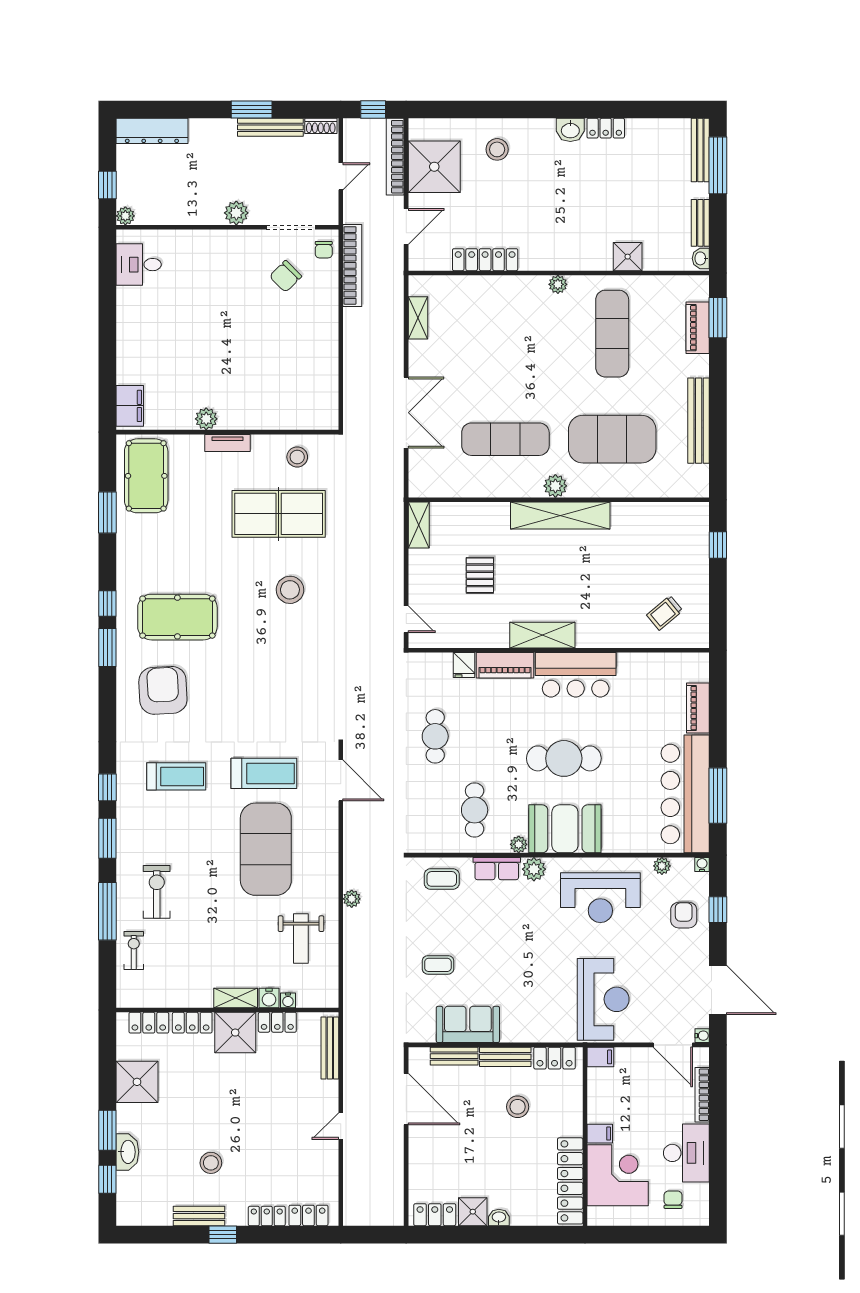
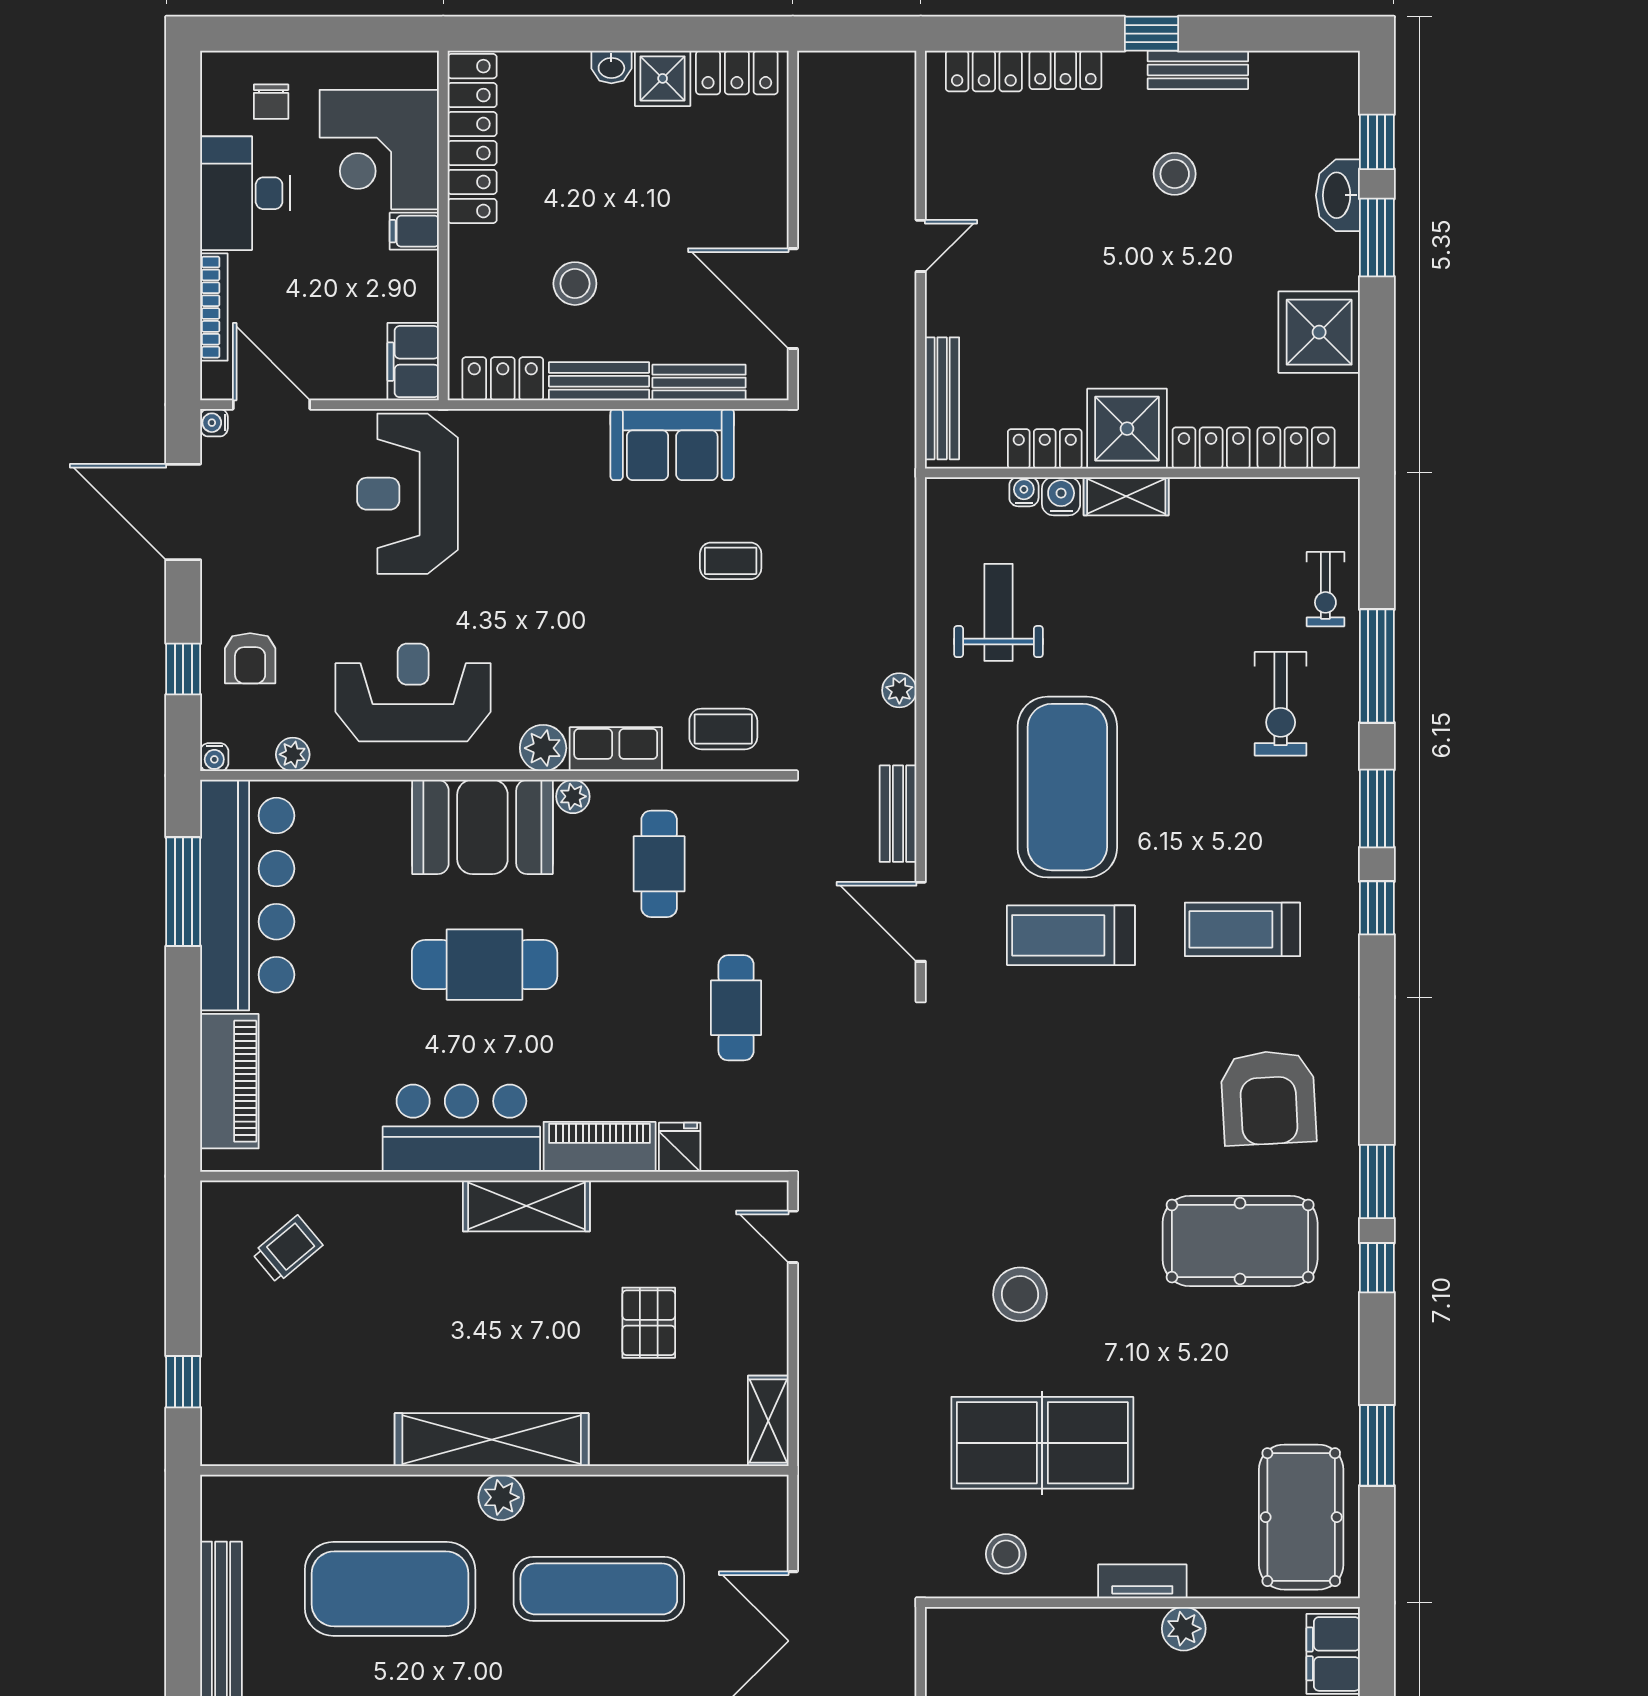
piano: (698, 708) -> (229, 1081), width x1.37, depth x1.33
bench: (352, 836) -> (898, 814), added
filing cabinet: (600, 1057) -> (413, 362), width x2.00

